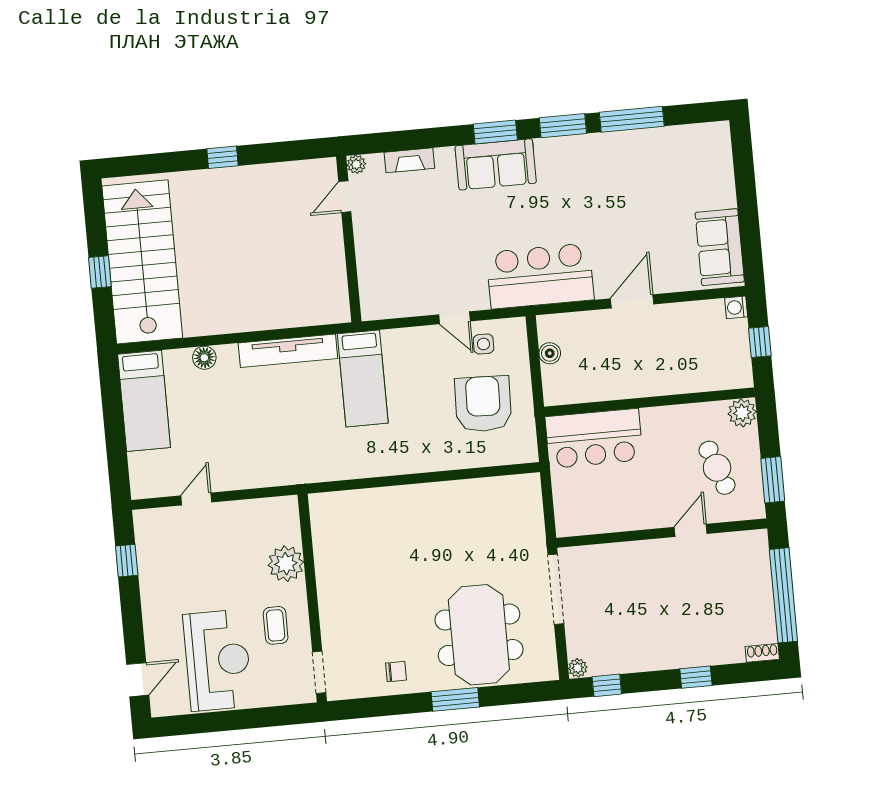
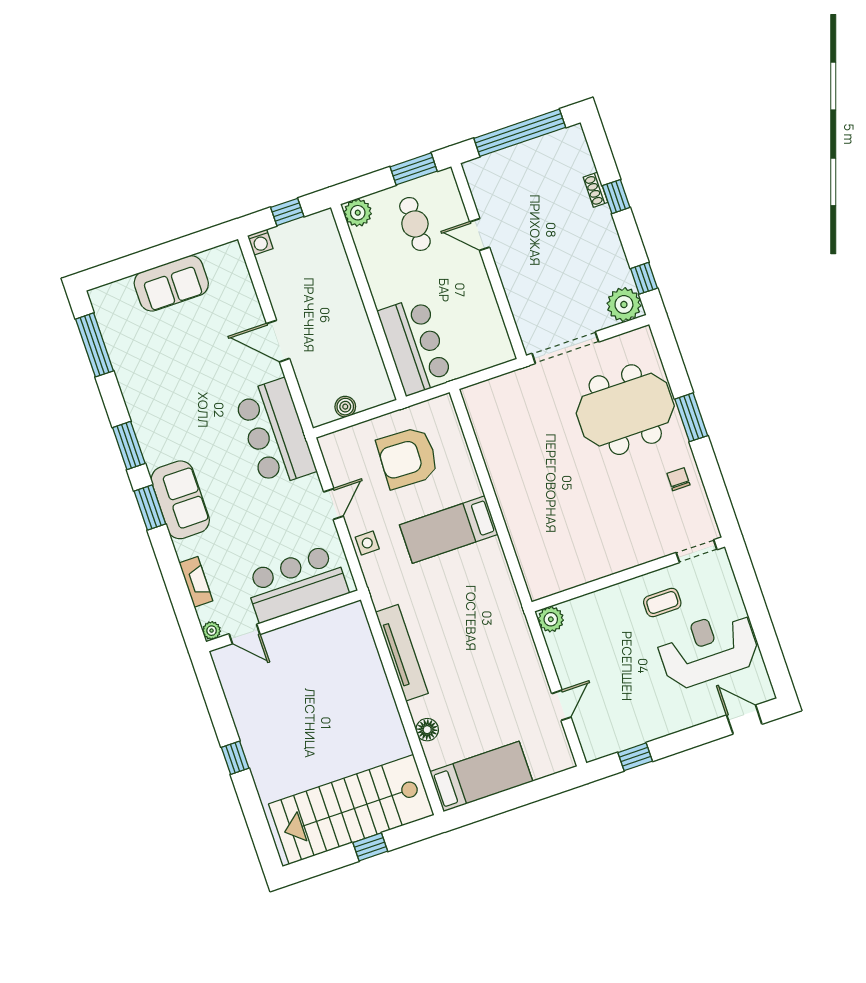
window: (632, 119) -> (95, 345), moved
sofa: (720, 247) -> (171, 283), moved
bar counter: (383, 261) -> (296, 583), added
side table: (484, 344) -> (367, 543), moved
bed: (363, 378) -> (449, 530), moved, turned 180
cafe table: (717, 468) -> (415, 224), turned -70
door: (196, 499) -> (561, 705), swing flipped
plant: (286, 564) -> (551, 619), moved, width x0.73, depth x0.73
shoe rack: (762, 653) -> (596, 190), moved
plant: (578, 668) -> (624, 305), width x1.87, depth x1.87

